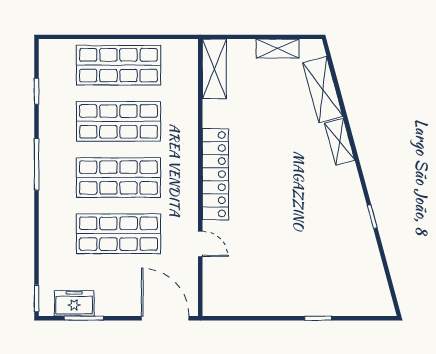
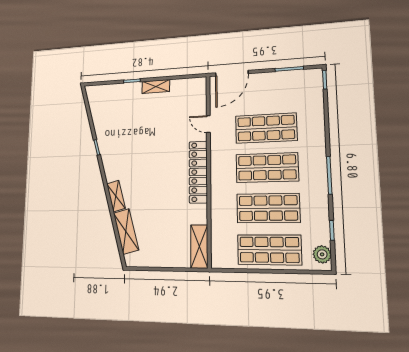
shelving: (278, 49) -> (156, 86), moved
plant: (50, 60) -> (322, 254), added
freezer: (74, 303) -> (297, 78), removed
door: (165, 318) -> (232, 73), hinge flipped

